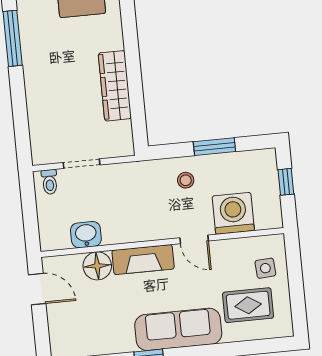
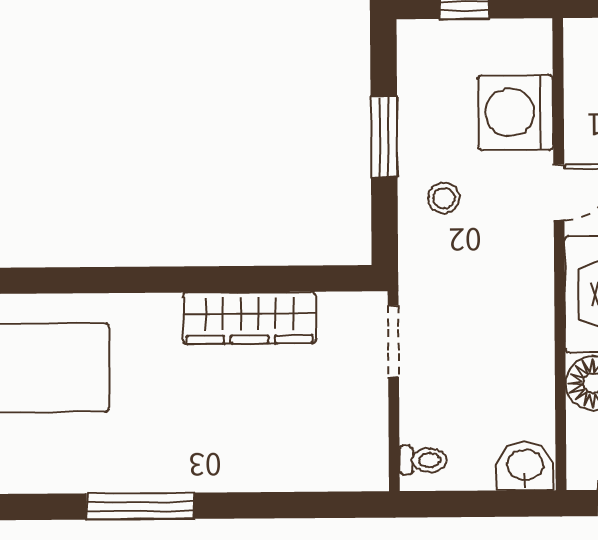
doorway: (82, 164) -> (393, 341), moved
washbasin: (86, 235) -> (525, 466), moved, turned 90

